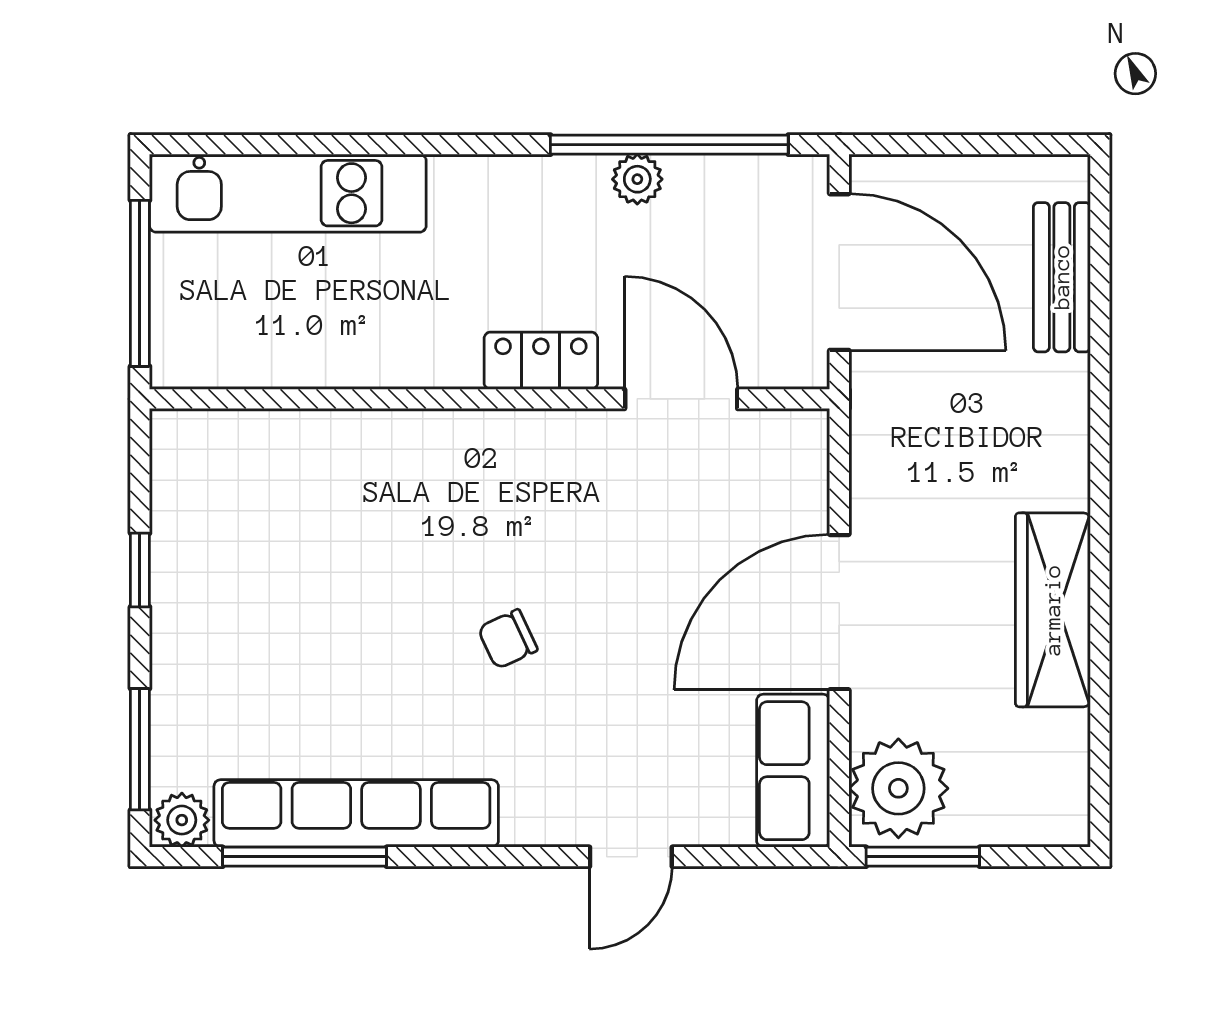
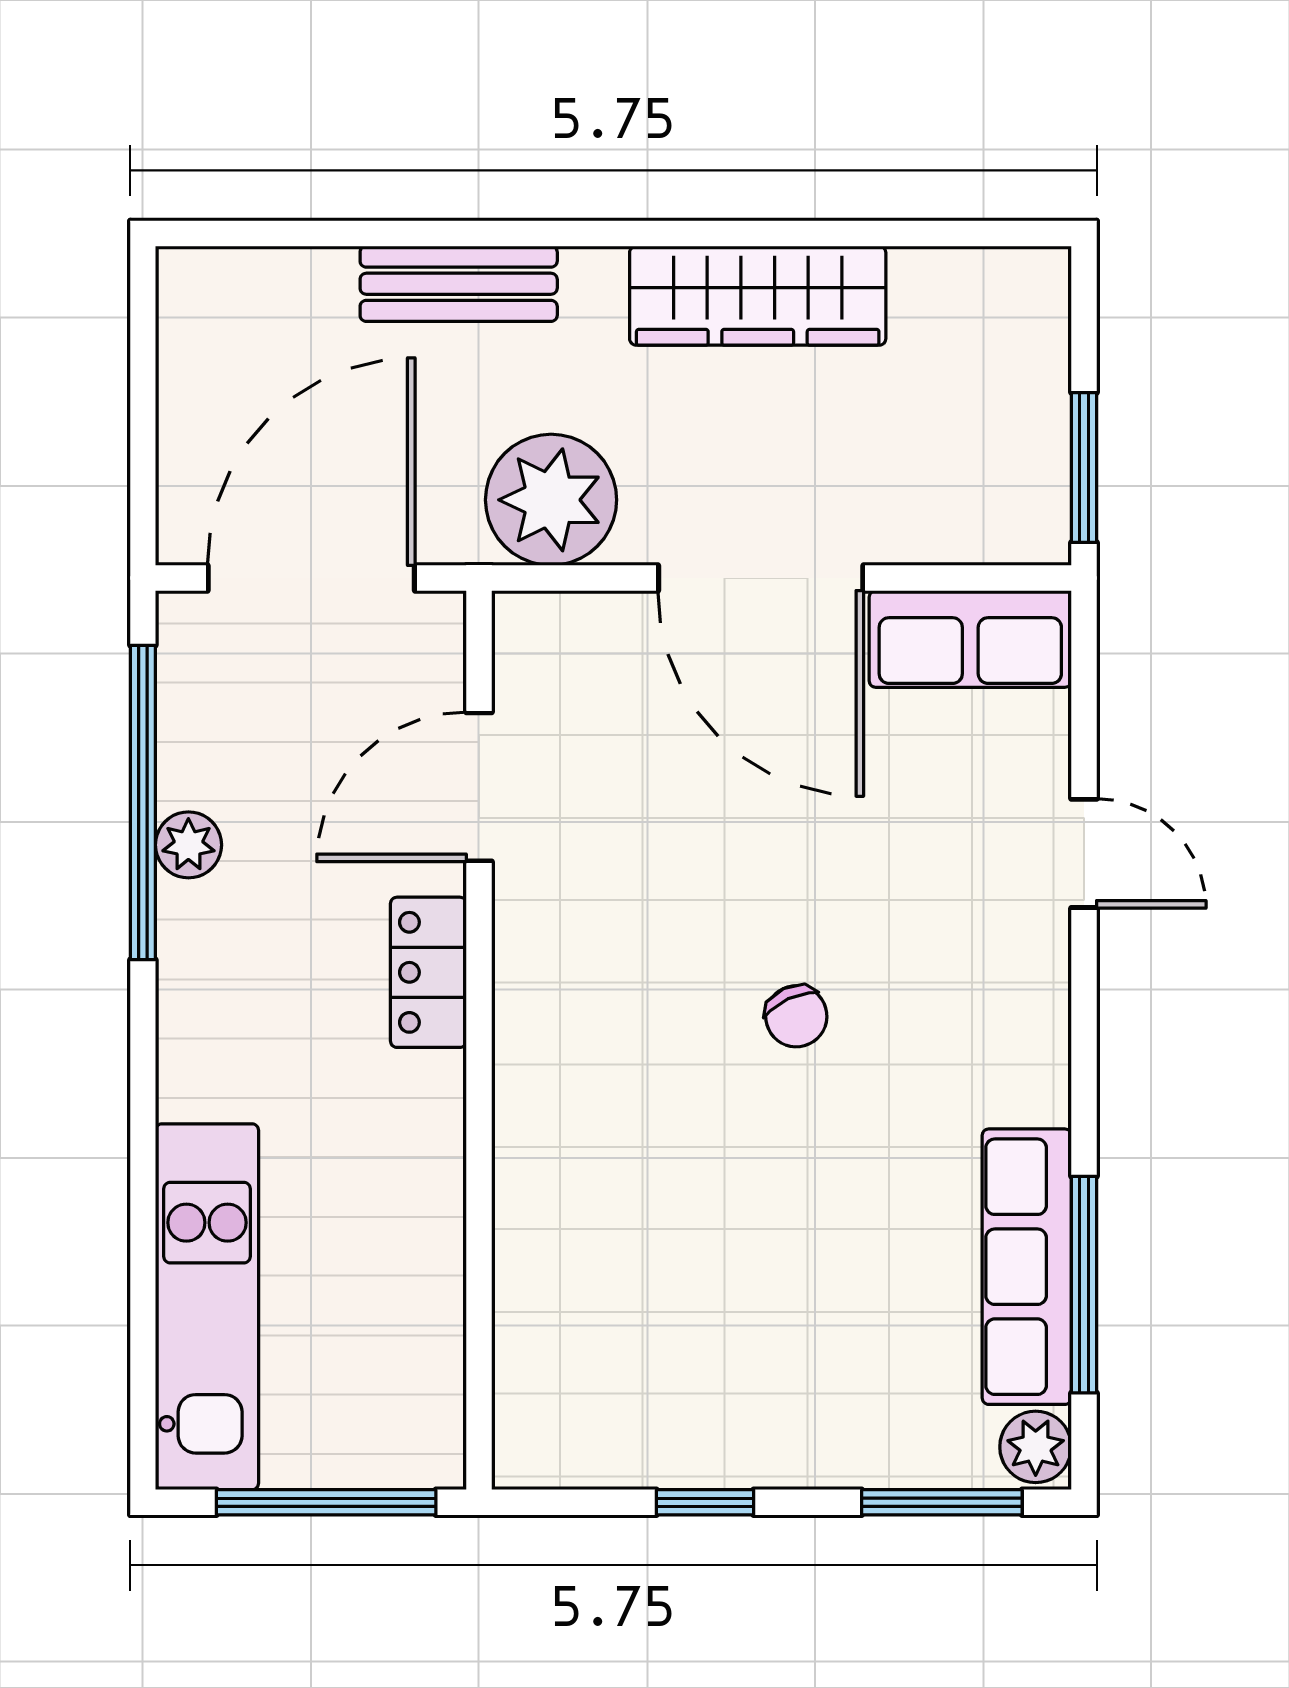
bench: (1062, 277) -> (459, 284), moved
plant: (898, 788) -> (551, 500), moved
row of seats: (356, 813) -> (1027, 1267), width x0.73

